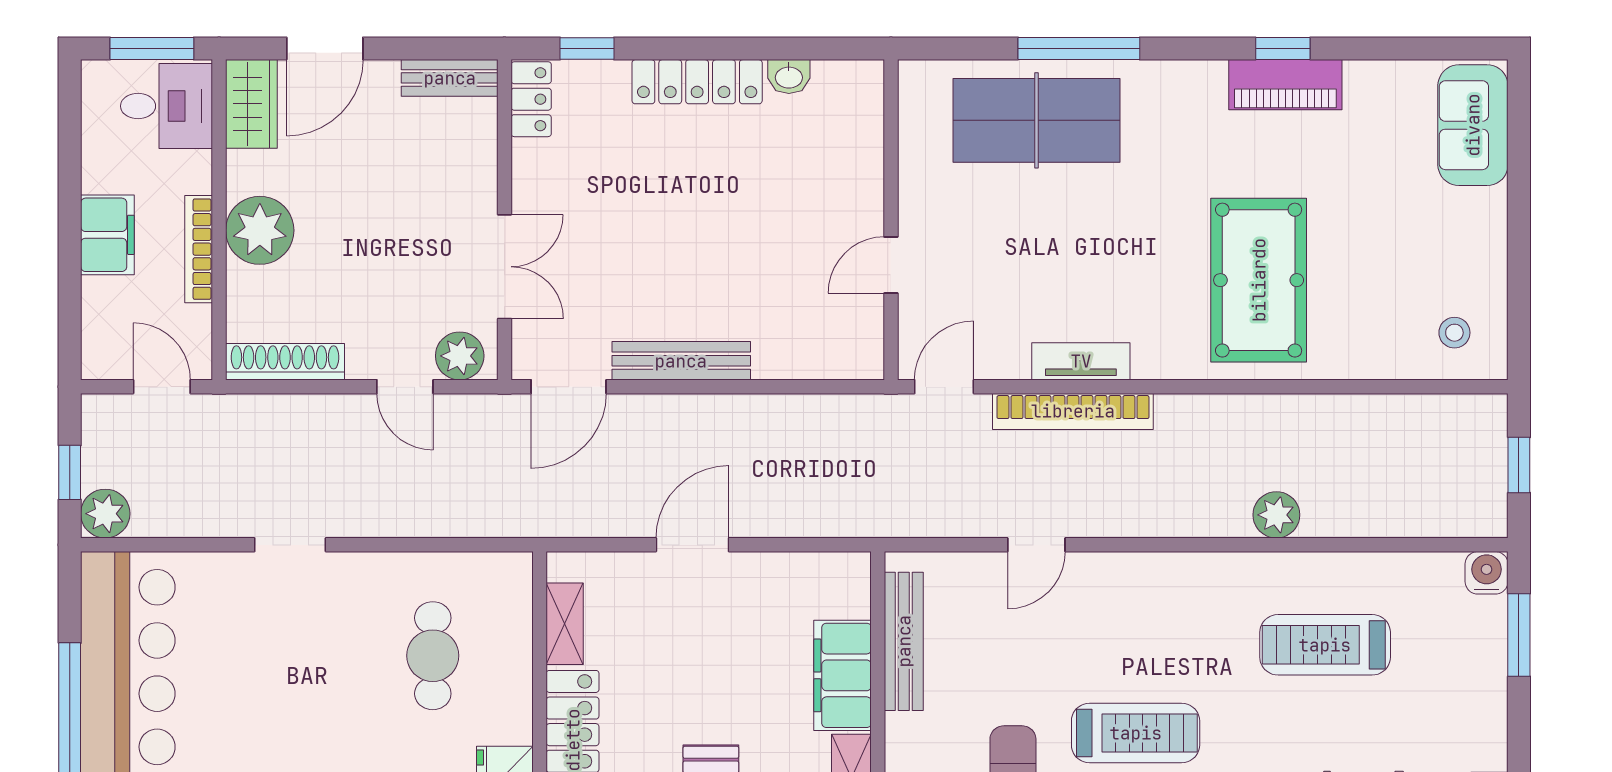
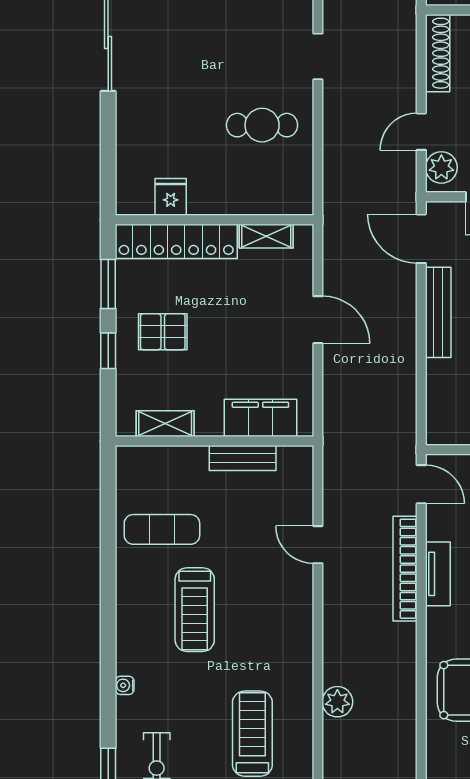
bench: (904, 641) -> (243, 458), width x0.73
cafe table: (433, 656) -> (262, 125), moved
filing cabinet: (843, 675) -> (260, 418), moved

